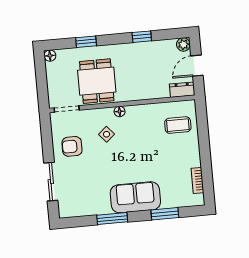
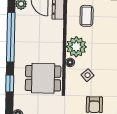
window: (142, 37) -> (11, 37), width x3.17
plant: (139, 117) -> (76, 47), added

